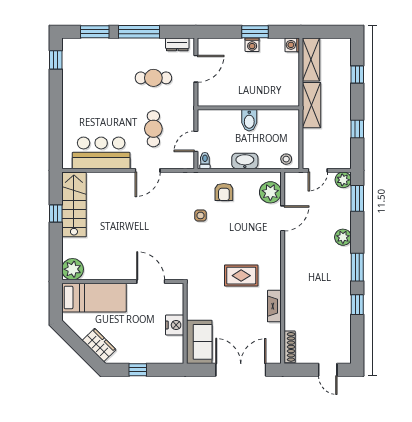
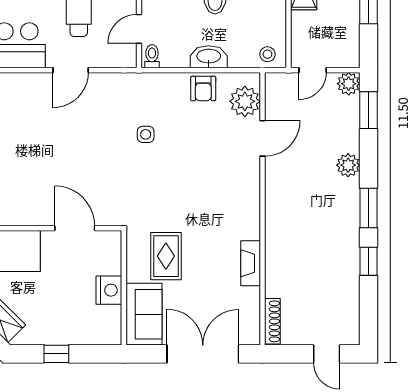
armchair: (224, 192) -> (203, 89), moved
rug: (241, 276) -> (166, 256), moved, turned 90

